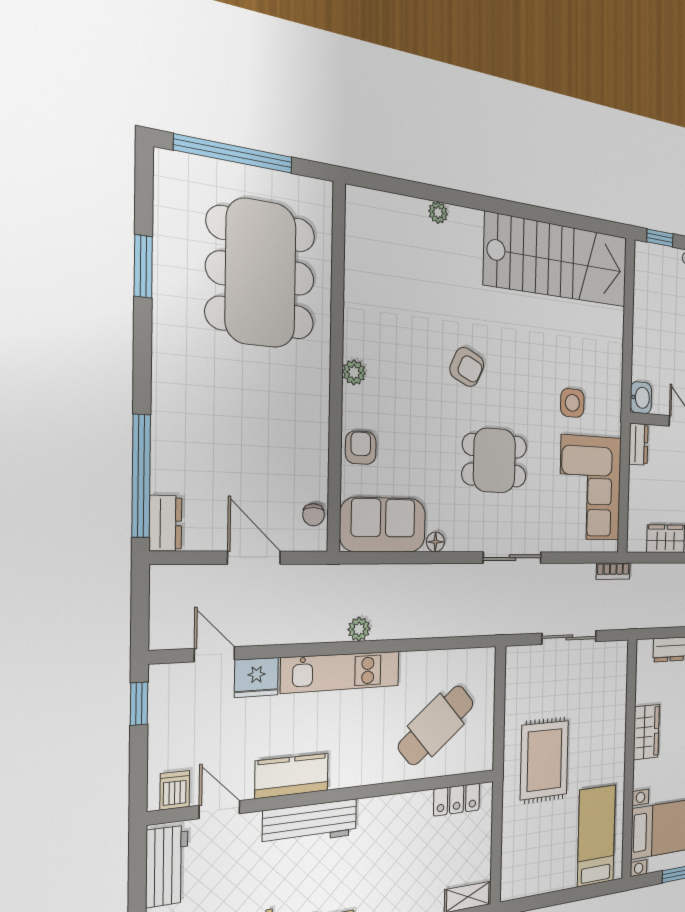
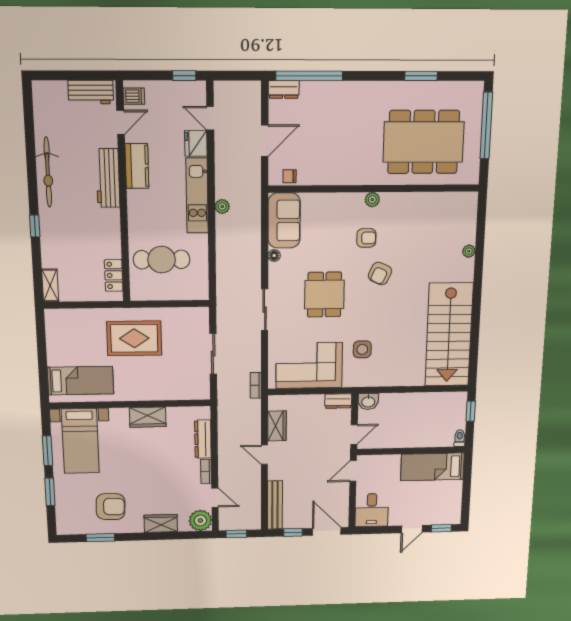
armchair: (361, 448) -> (366, 238), moved
door: (214, 654) -> (210, 118), swing flipped
cafe table: (436, 725) -> (162, 260), turned -50

